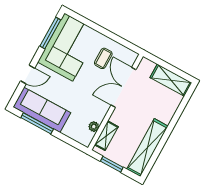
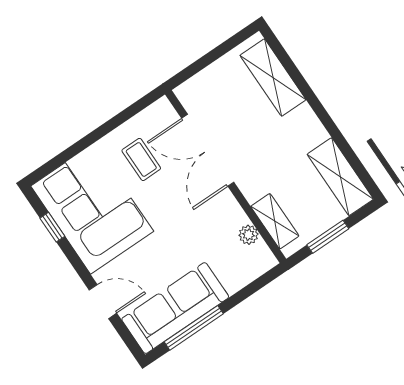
window: (50, 33) -> (52, 227), width x0.46
door: (28, 75) -> (103, 302), hinge flipped
shelving: (171, 80) -> (273, 77), moved, turned 90
shelving: (147, 148) -> (340, 177), width x0.68

